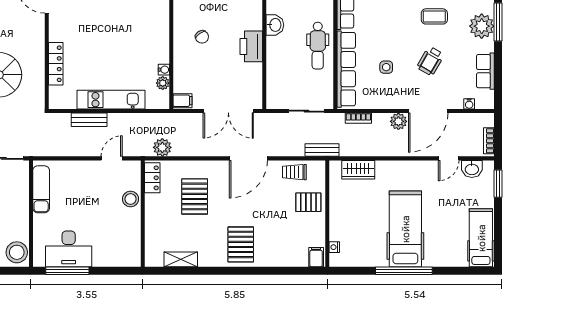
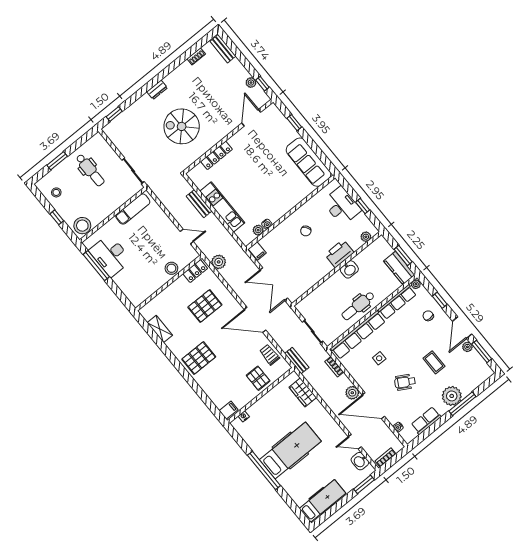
printer: (251, 46) -> (339, 254), moved

